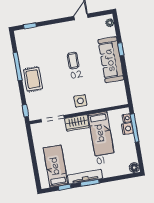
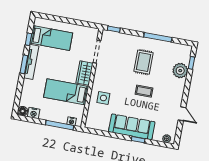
plant: (41, 34) -> (180, 71), added
rug: (33, 79) -> (143, 62), moved, turned 90
side table: (80, 101) -> (103, 98), moved
nightstand: (127, 129) -> (34, 113), moved

